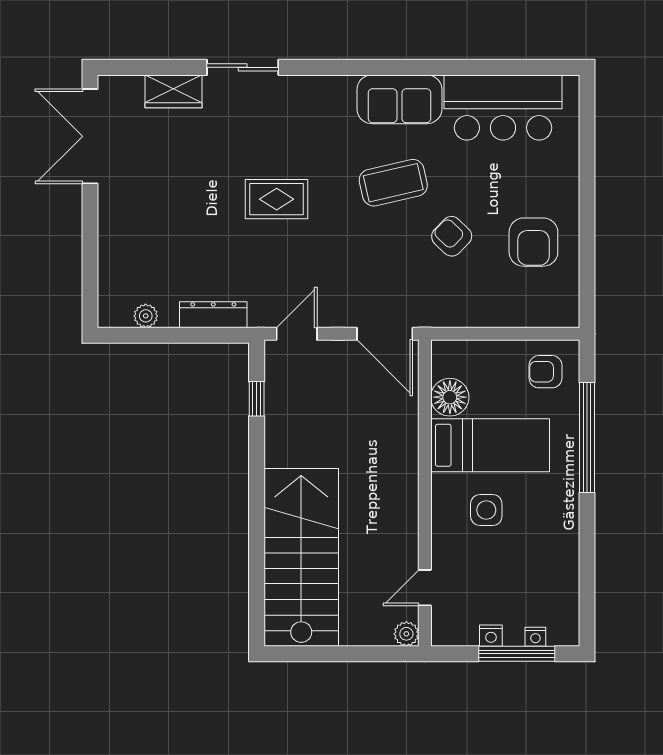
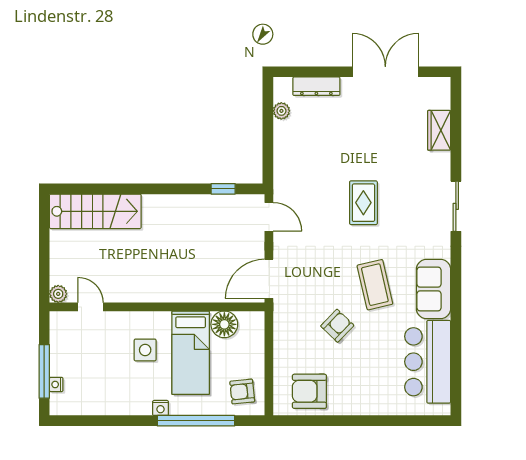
sliding door: (243, 67) -> (456, 206), moved
double door: (90, 136) -> (385, 72), moved
armchair: (533, 242) -> (309, 391), moved
dresser: (213, 315) -> (316, 86), moved, turned 90
armchair: (545, 372) -> (242, 392), turned -96
stairs: (301, 557) -> (95, 211), width x0.73, depth x0.66
nightstand: (491, 636) -> (161, 408), moved, turned -90

